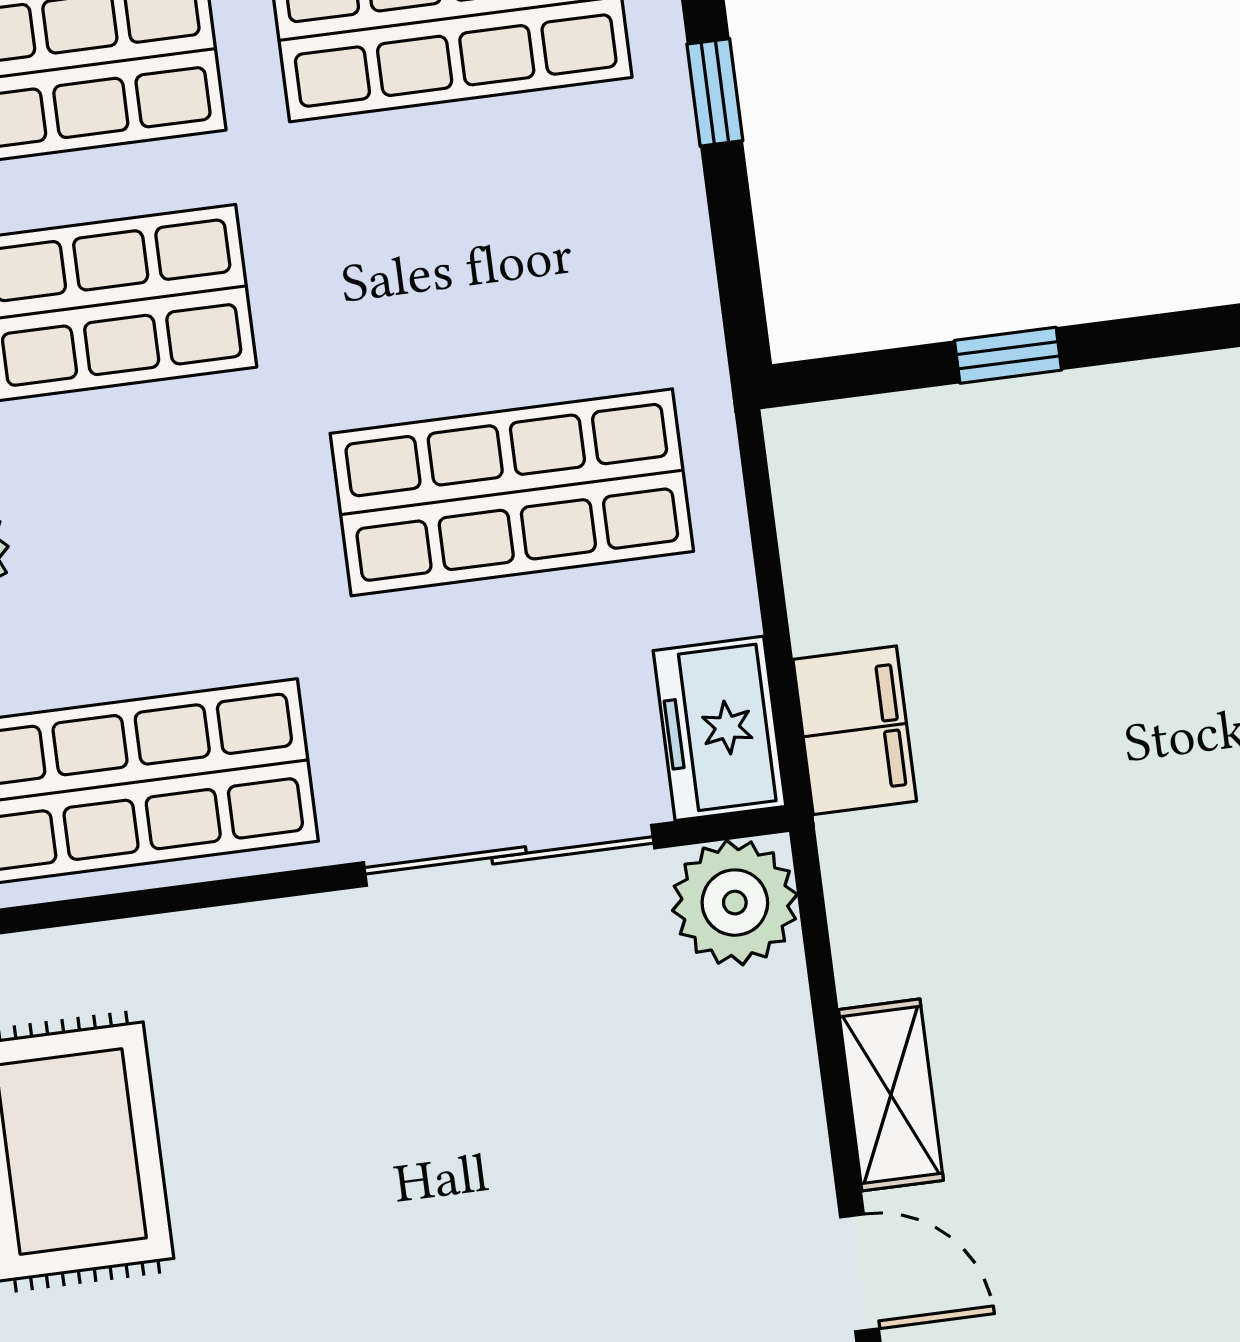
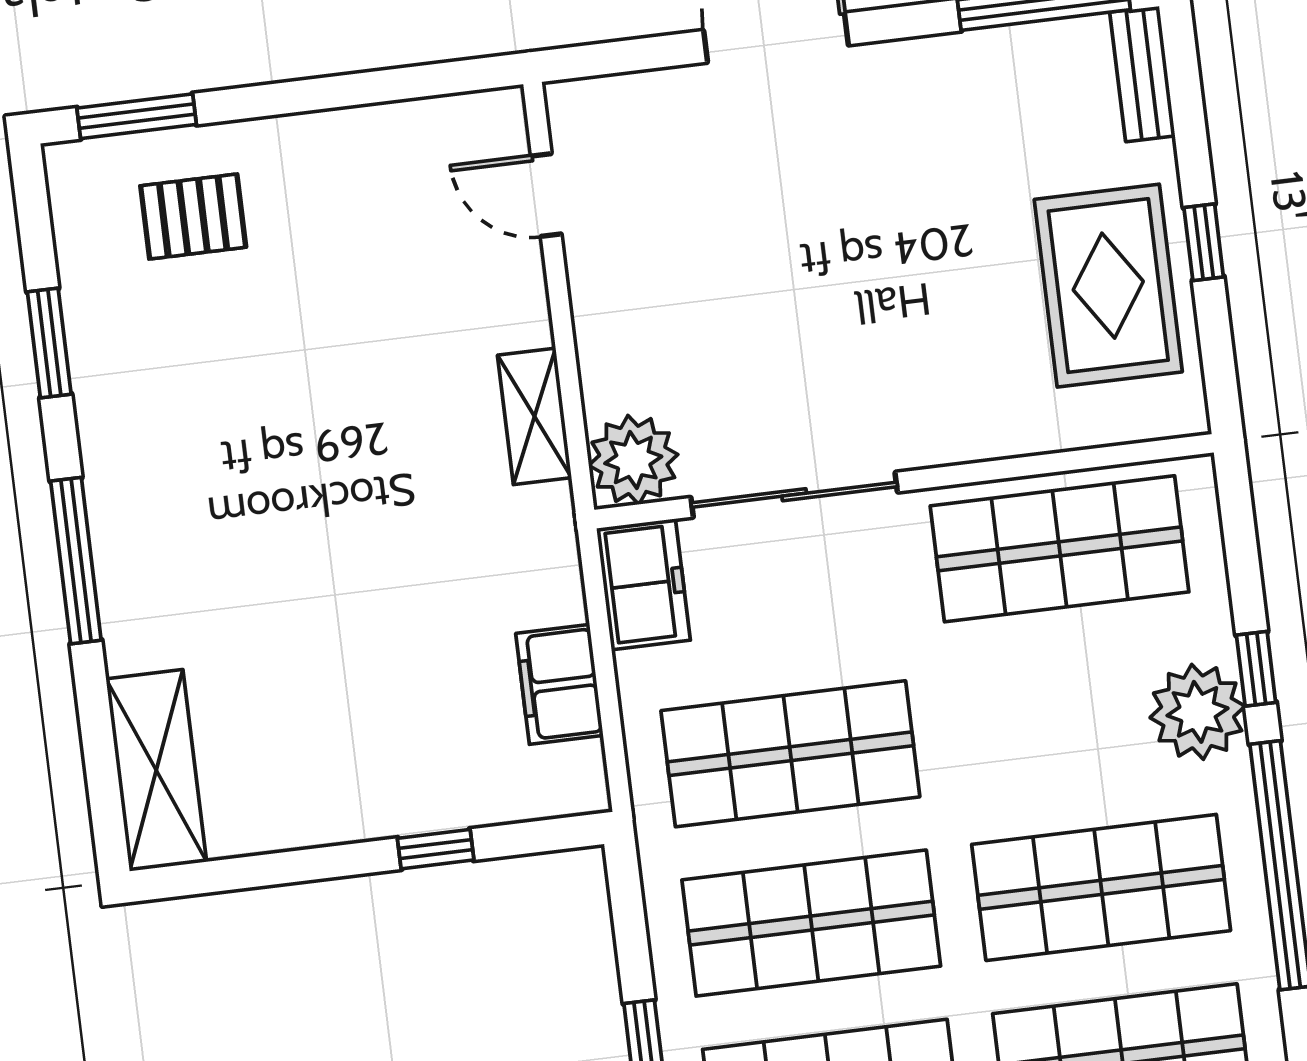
shop shelf: (481, 255) -> (811, 923), added
filing cabinet: (855, 730) -> (559, 684), moved
shelving: (891, 1095) -> (535, 416), moved

